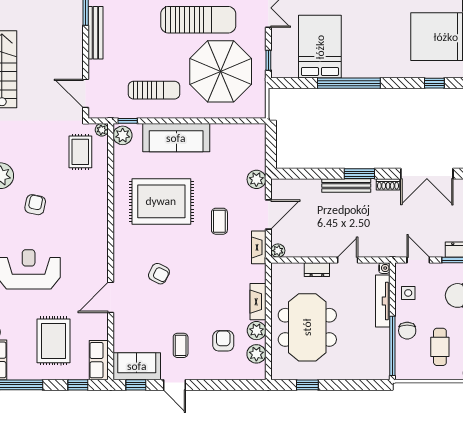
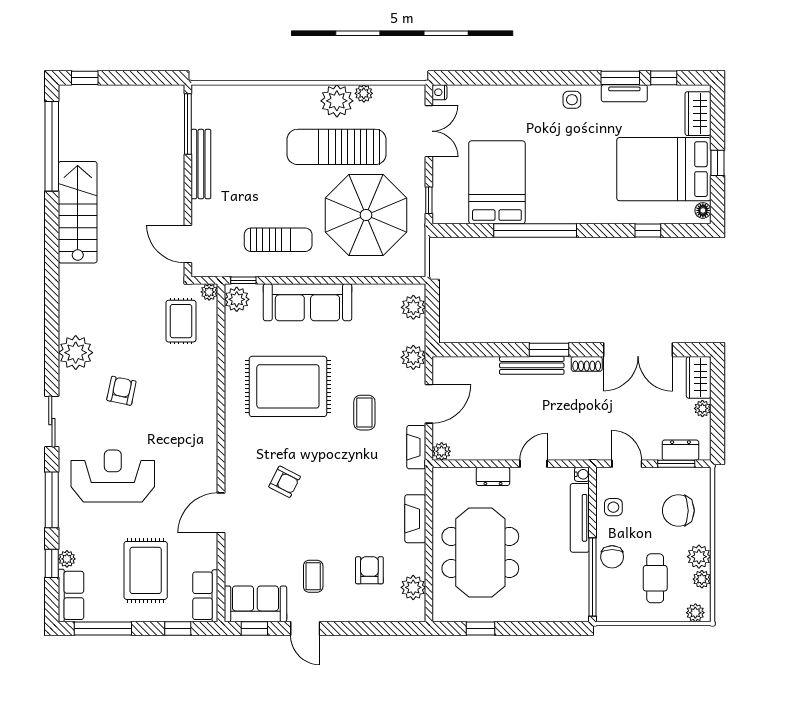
sun lounger: (198, 20) -> (336, 147), turned 180
plant: (257, 331) -> (413, 307), moved

